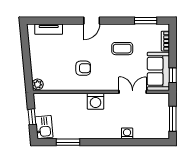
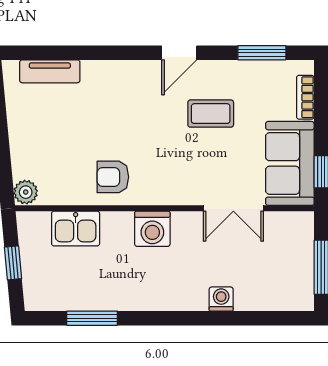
door: (92, 21) -> (179, 53), moved
armchair: (83, 68) -> (113, 177), moved, turned 180
double door: (133, 92) -> (233, 208), swing flipped
kitchen sink: (44, 127) -> (76, 229), moved, turned 95

